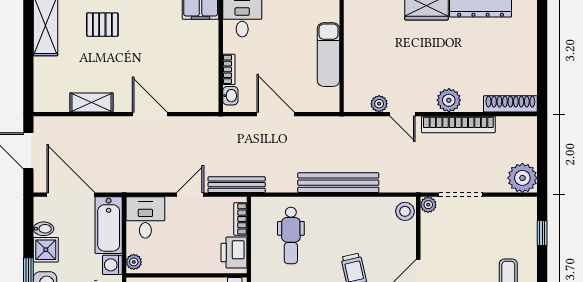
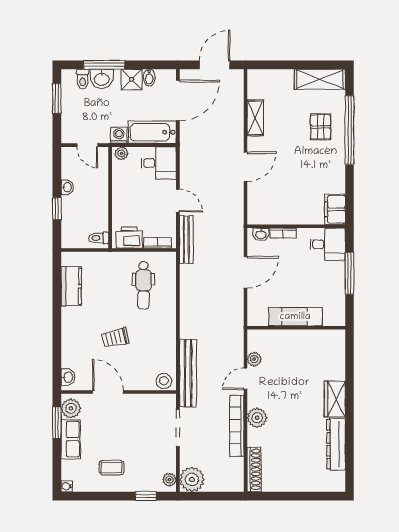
bench: (338, 183) -> (188, 373), moved
plant: (428, 205) -> (169, 480), moved
dental chair: (291, 235) -> (144, 285), turned -90

